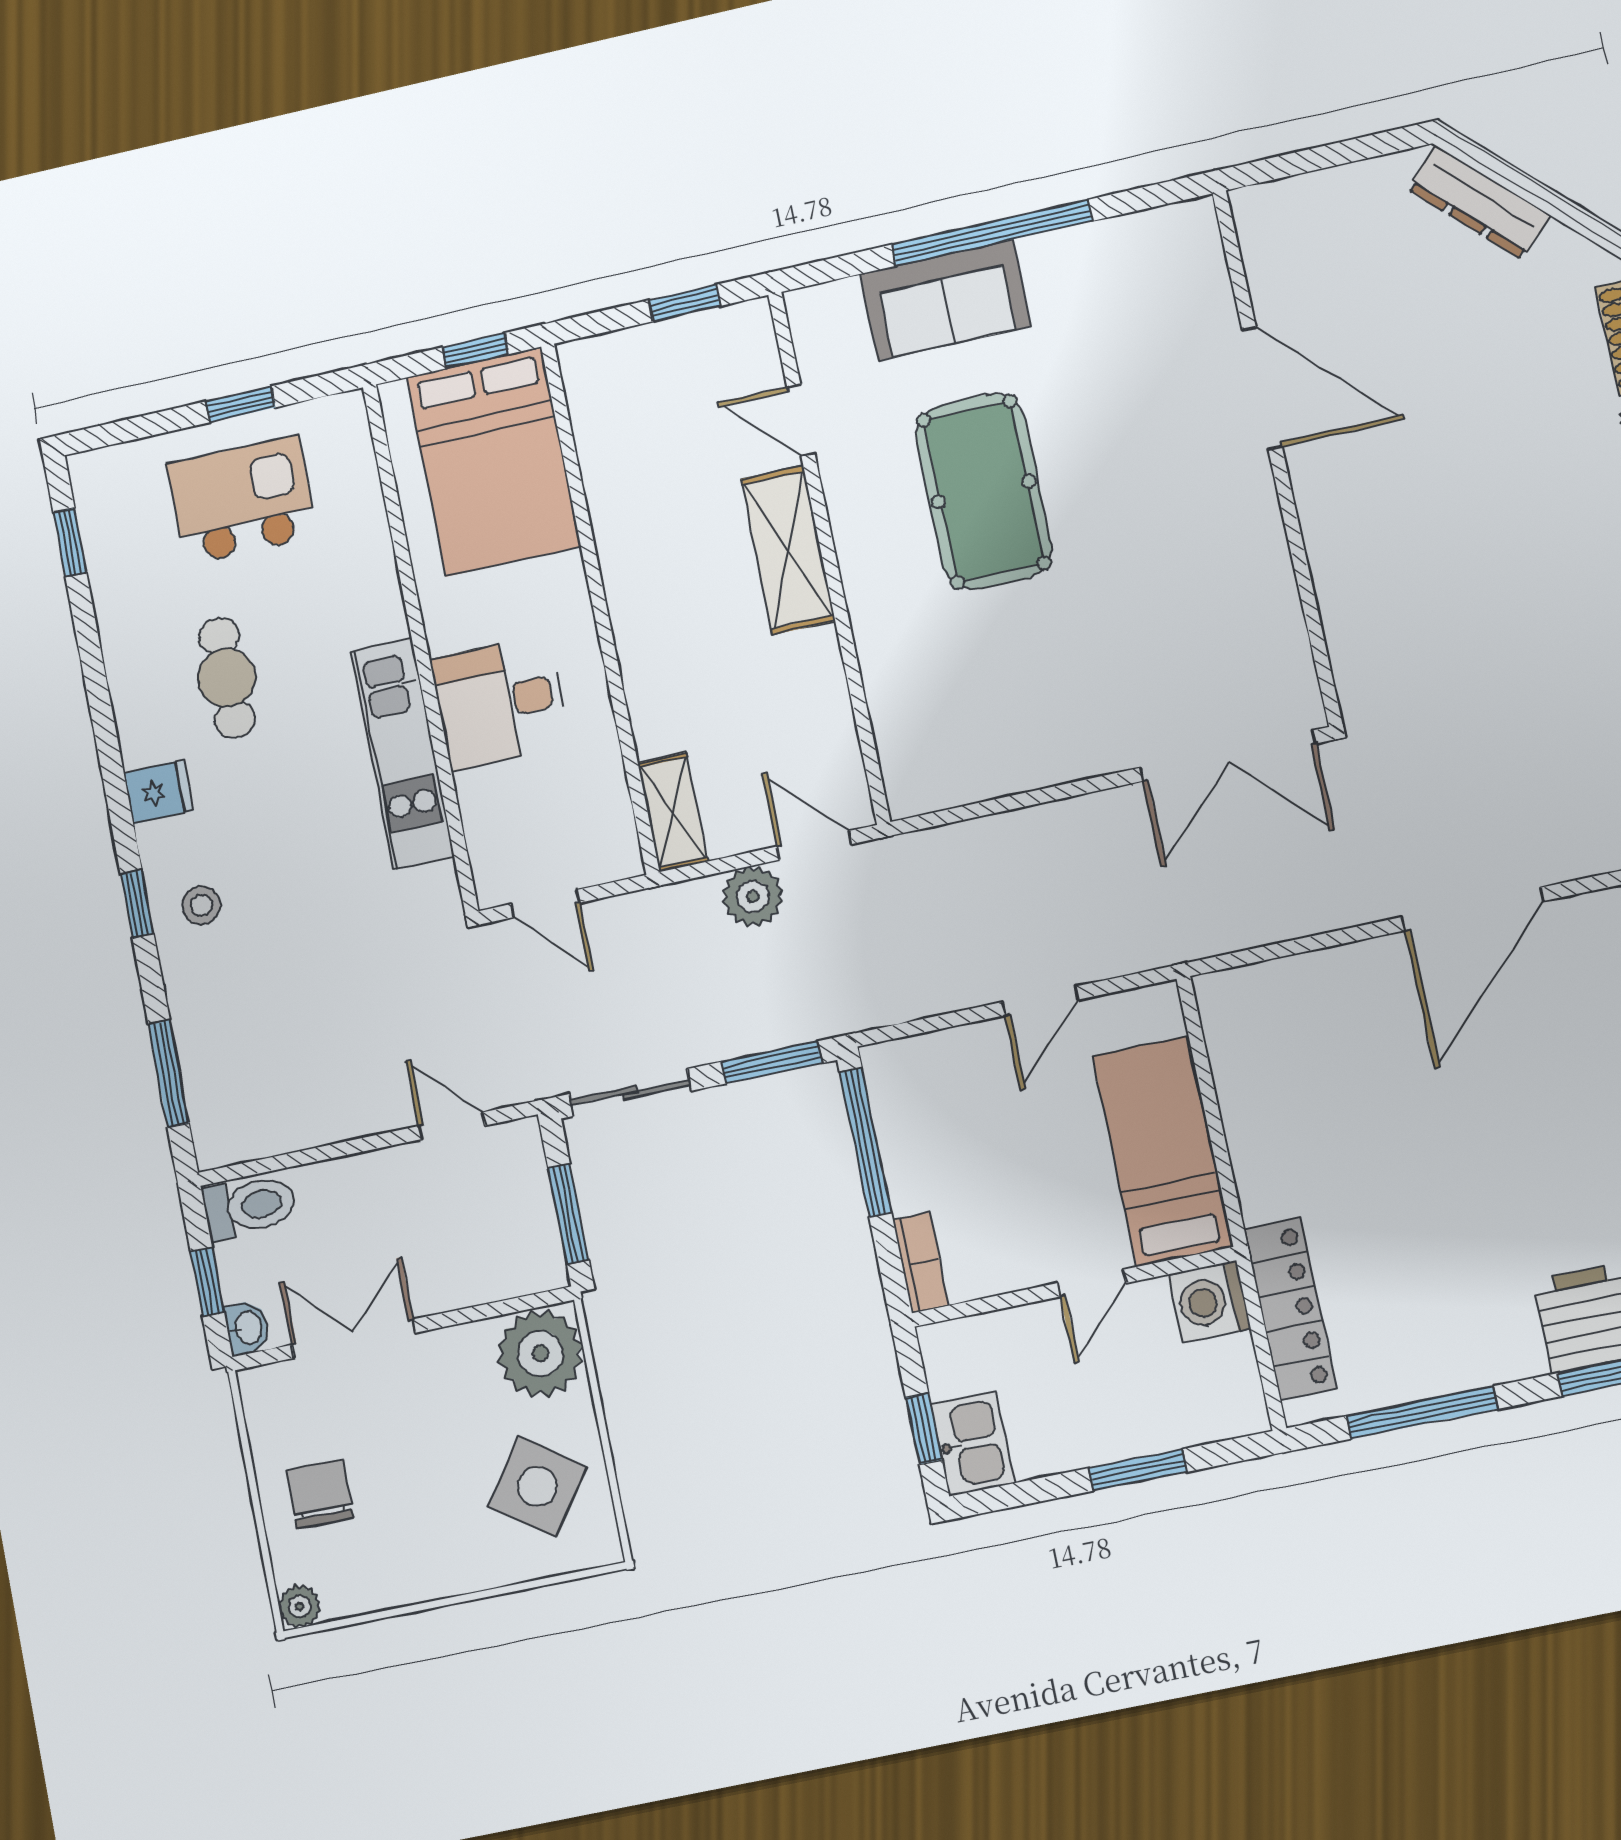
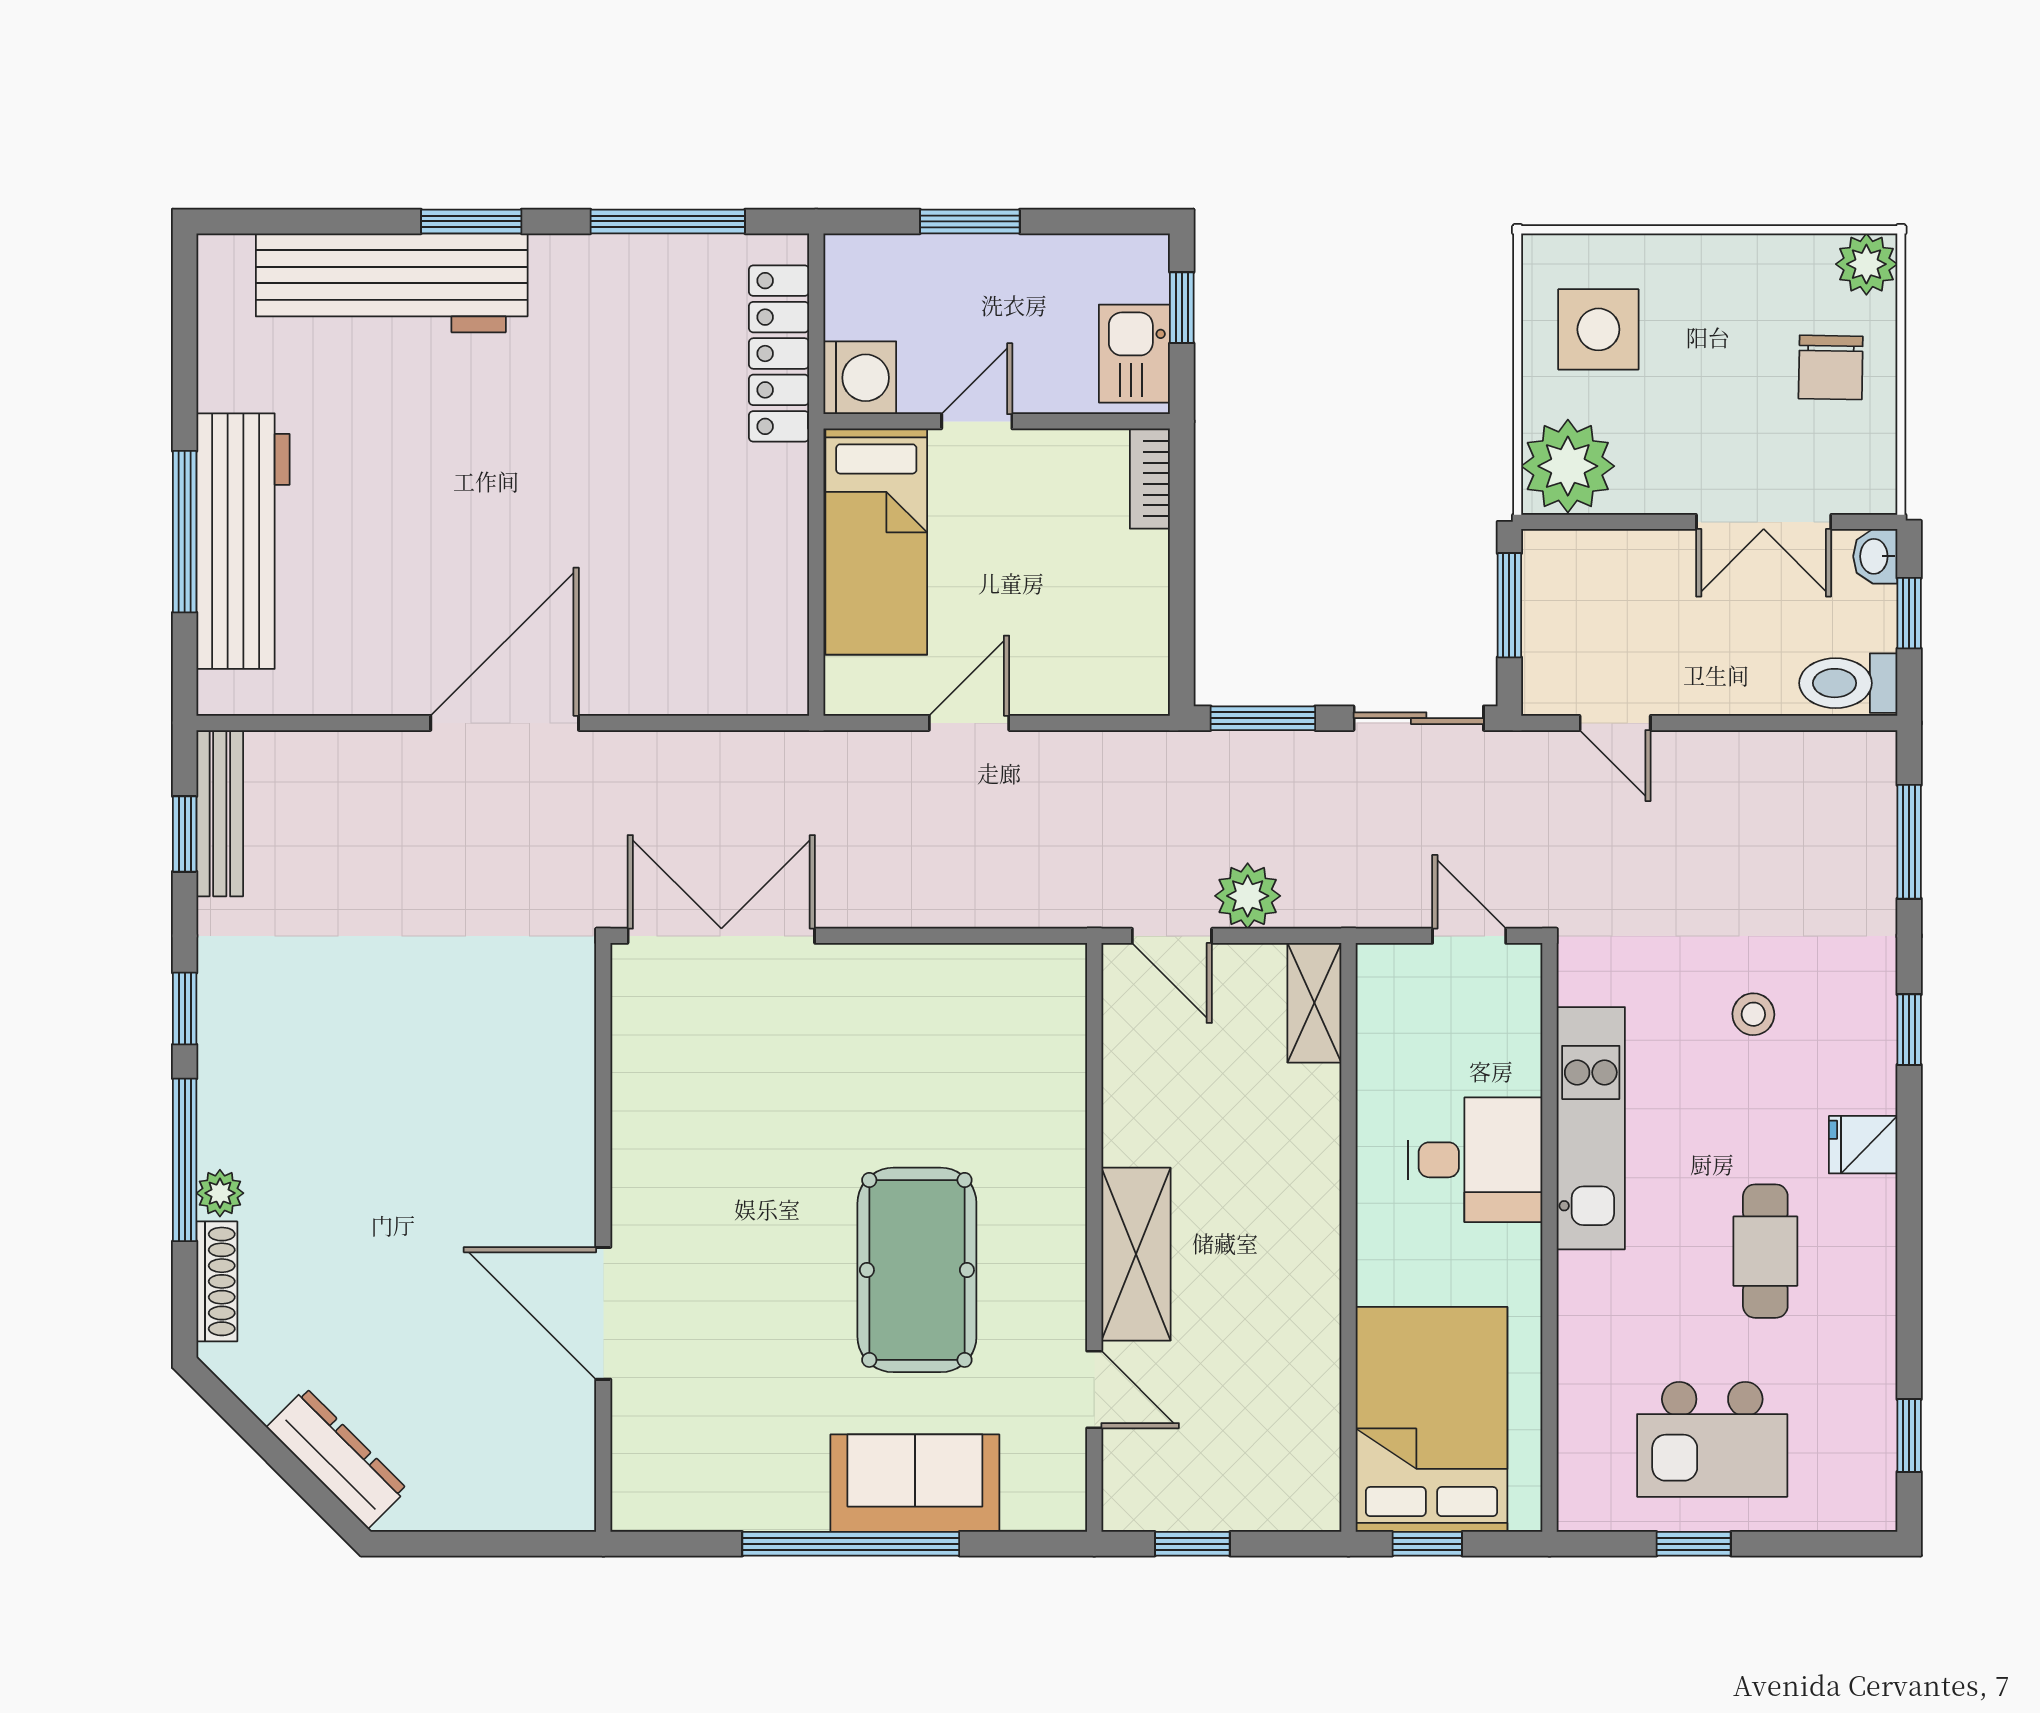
stool: (201, 905) -> (1753, 1014), moved
window: (865, 1142) -> (1182, 615), removed
kitchen sink: (973, 1444) -> (1134, 354), moved
side table: (537, 1486) -> (1598, 329), turned -35
plant: (300, 1606) -> (1866, 264), width x1.38, depth x1.38

